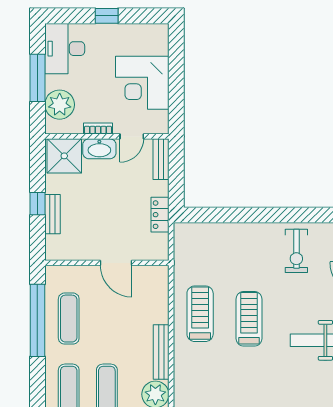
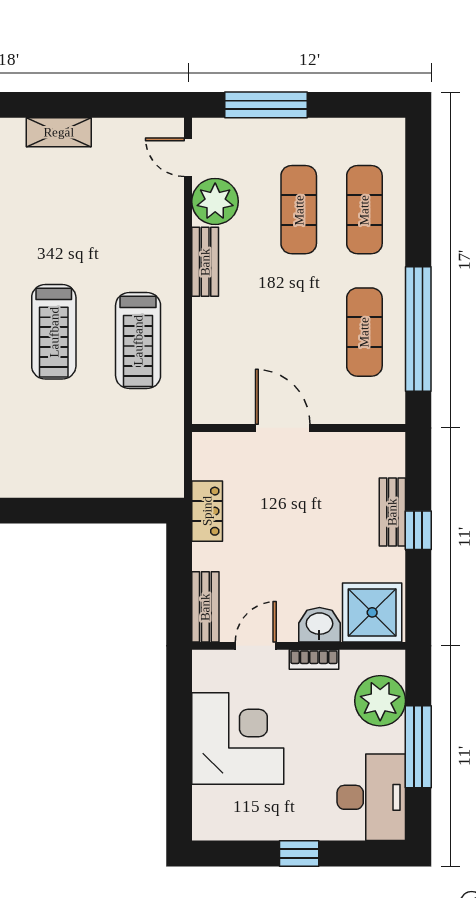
washbasin: (99, 149) -> (319, 625), width x0.72
bench: (161, 352) -> (205, 262), width x0.73

